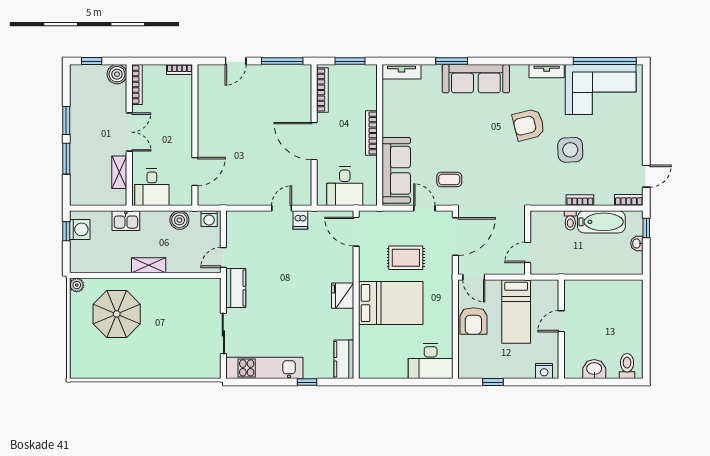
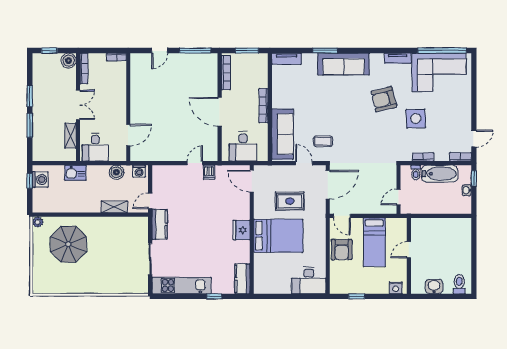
wall: (528, 243) -> (399, 190), moved
door: (528, 252) -> (399, 197), moved
shelving: (149, 265) -> (114, 207), moved

